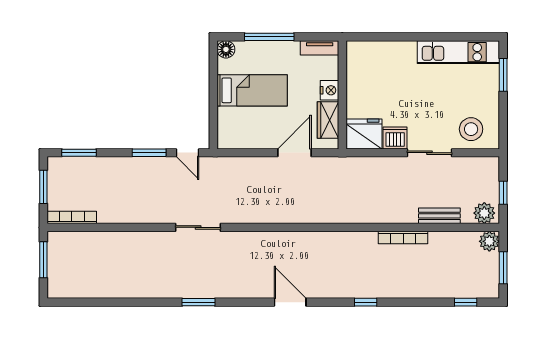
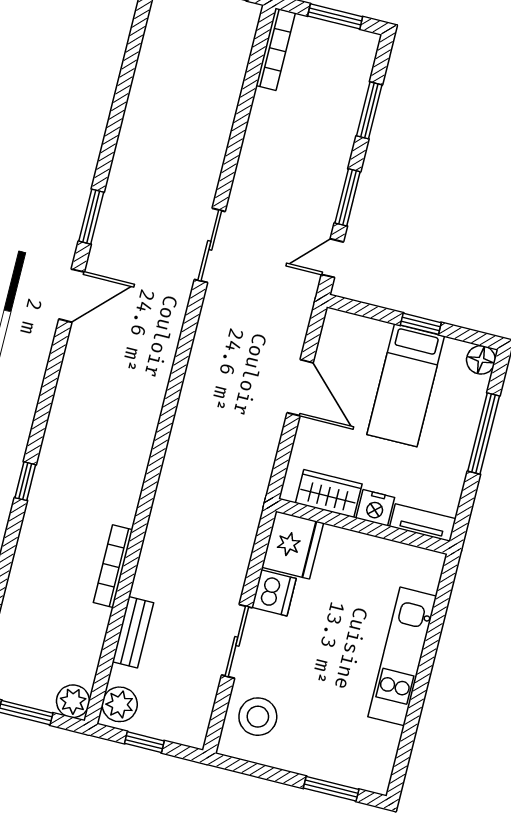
tv unit: (320, 48) -> (423, 523), moved, turned 90
kitchen unit: (458, 52) -> (402, 656), moved
window: (213, 90) -> (421, 324), added
window: (79, 153) -> (369, 110), moved
door: (294, 153) -> (300, 388), moved
door: (290, 302) -> (72, 296), moved

